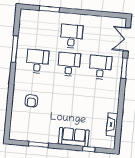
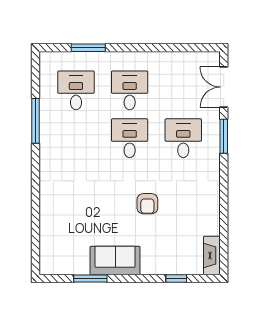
desk: (37, 61) -> (76, 90), moved
armchair: (31, 101) -> (147, 204), moved
fireplace: (112, 125) -> (212, 256), moved
sofa: (74, 137) -> (115, 261), moved

